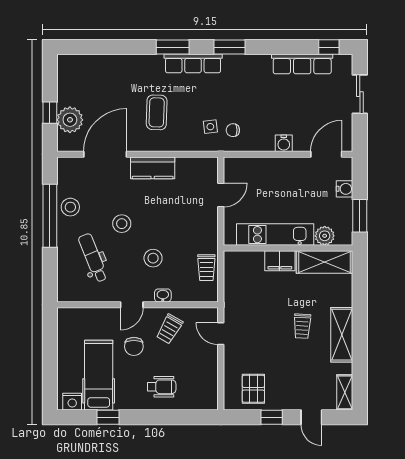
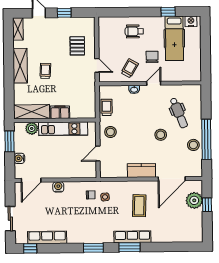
row of seats: (193, 64) -> (132, 237), moved
stool: (153, 258) -> (110, 132), moved
pallet: (253, 389) -> (77, 46), moved

